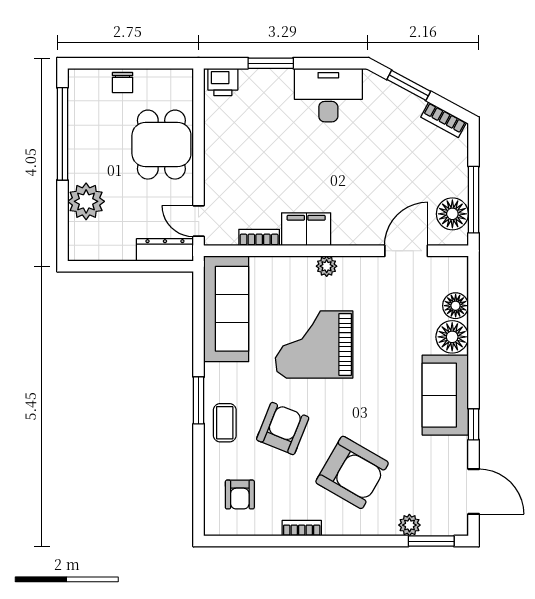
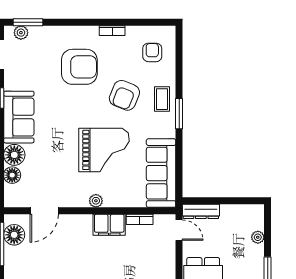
plant: (86, 201) -> (258, 237), width x0.53, depth x0.53
armchair: (352, 472) -> (79, 67), turned 150
plant: (409, 525) -> (21, 33), moved

